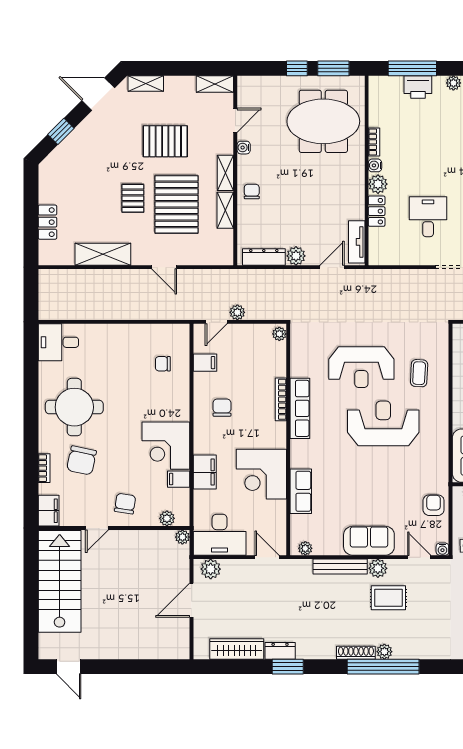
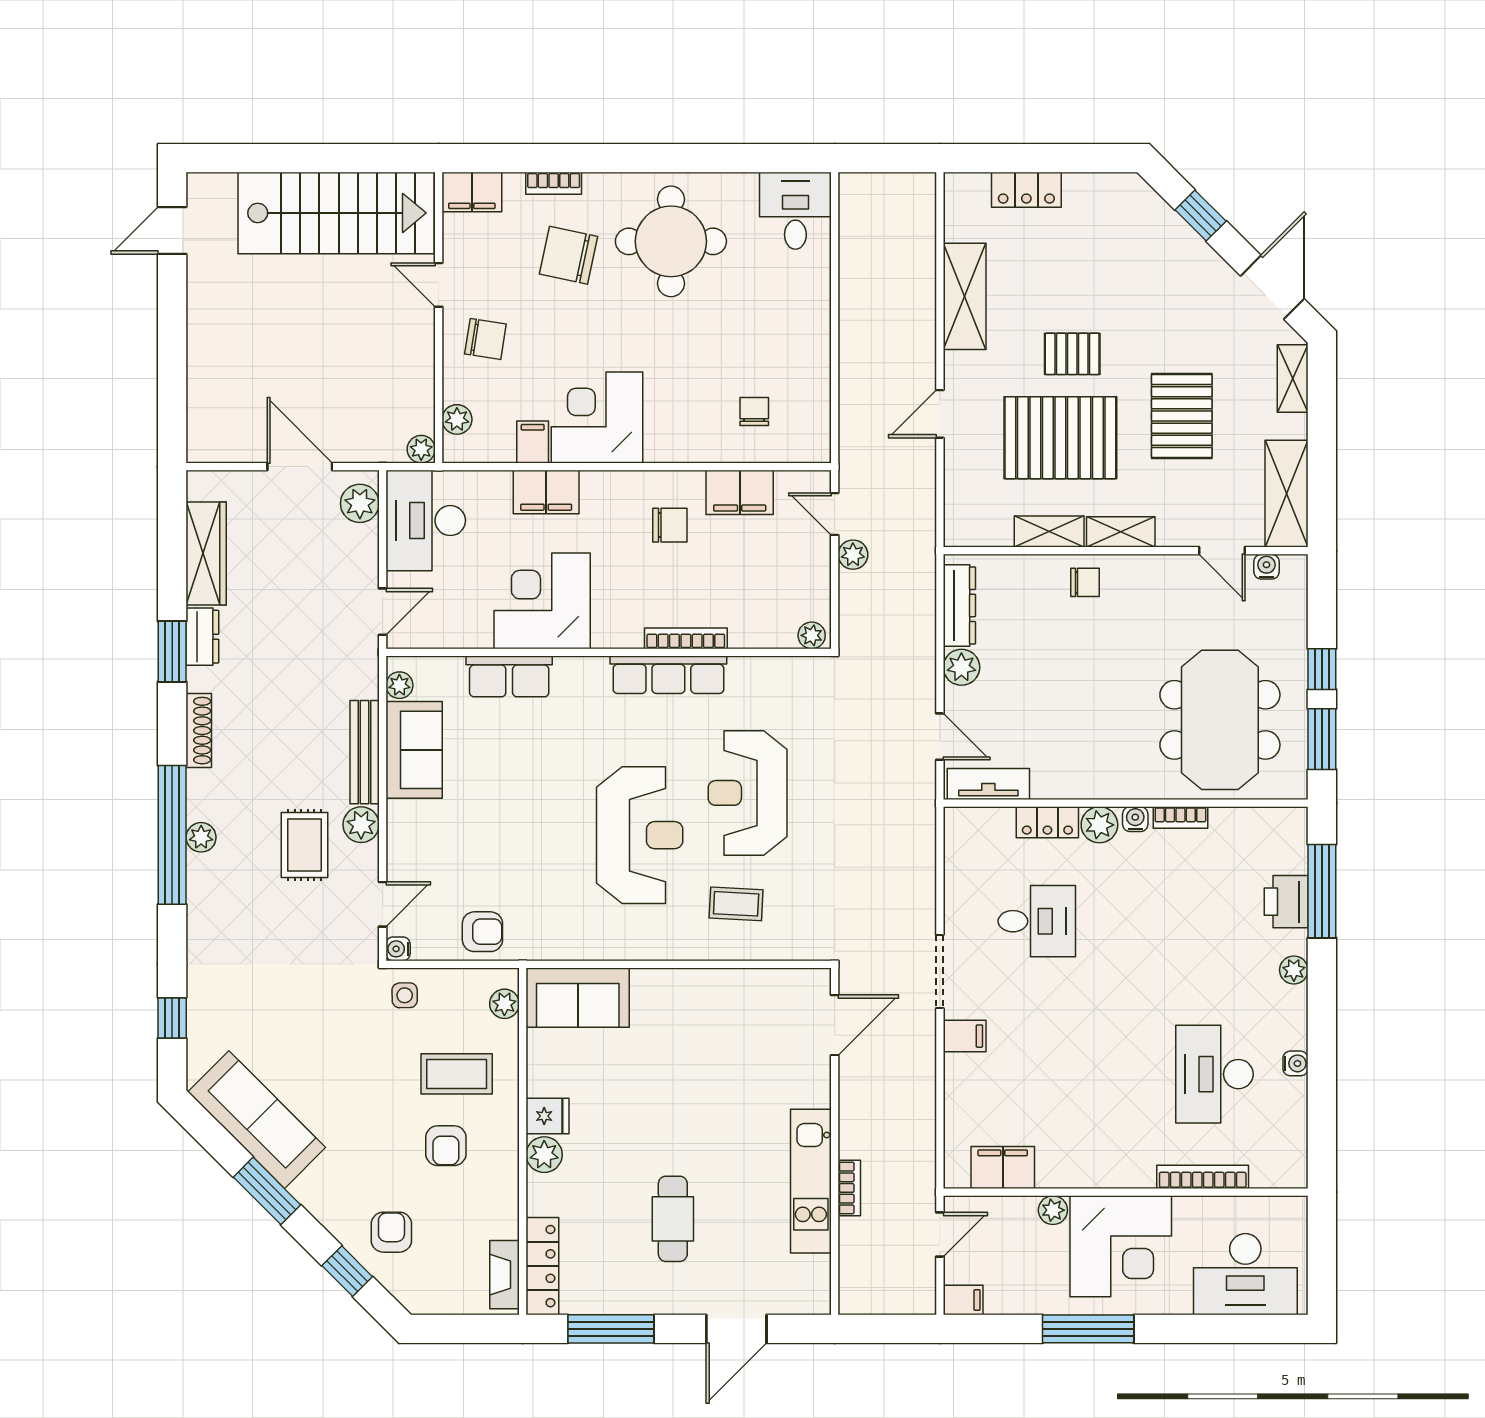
shelving: (215, 84) -> (1286, 494), width x1.50, depth x1.33
water cooler: (244, 148) -> (1266, 567), moved
filing cabinet: (205, 363) -> (740, 492), width x2.00
sofa: (369, 541) -> (414, 750), moved
shoe rack: (356, 653) -> (199, 731), moved

